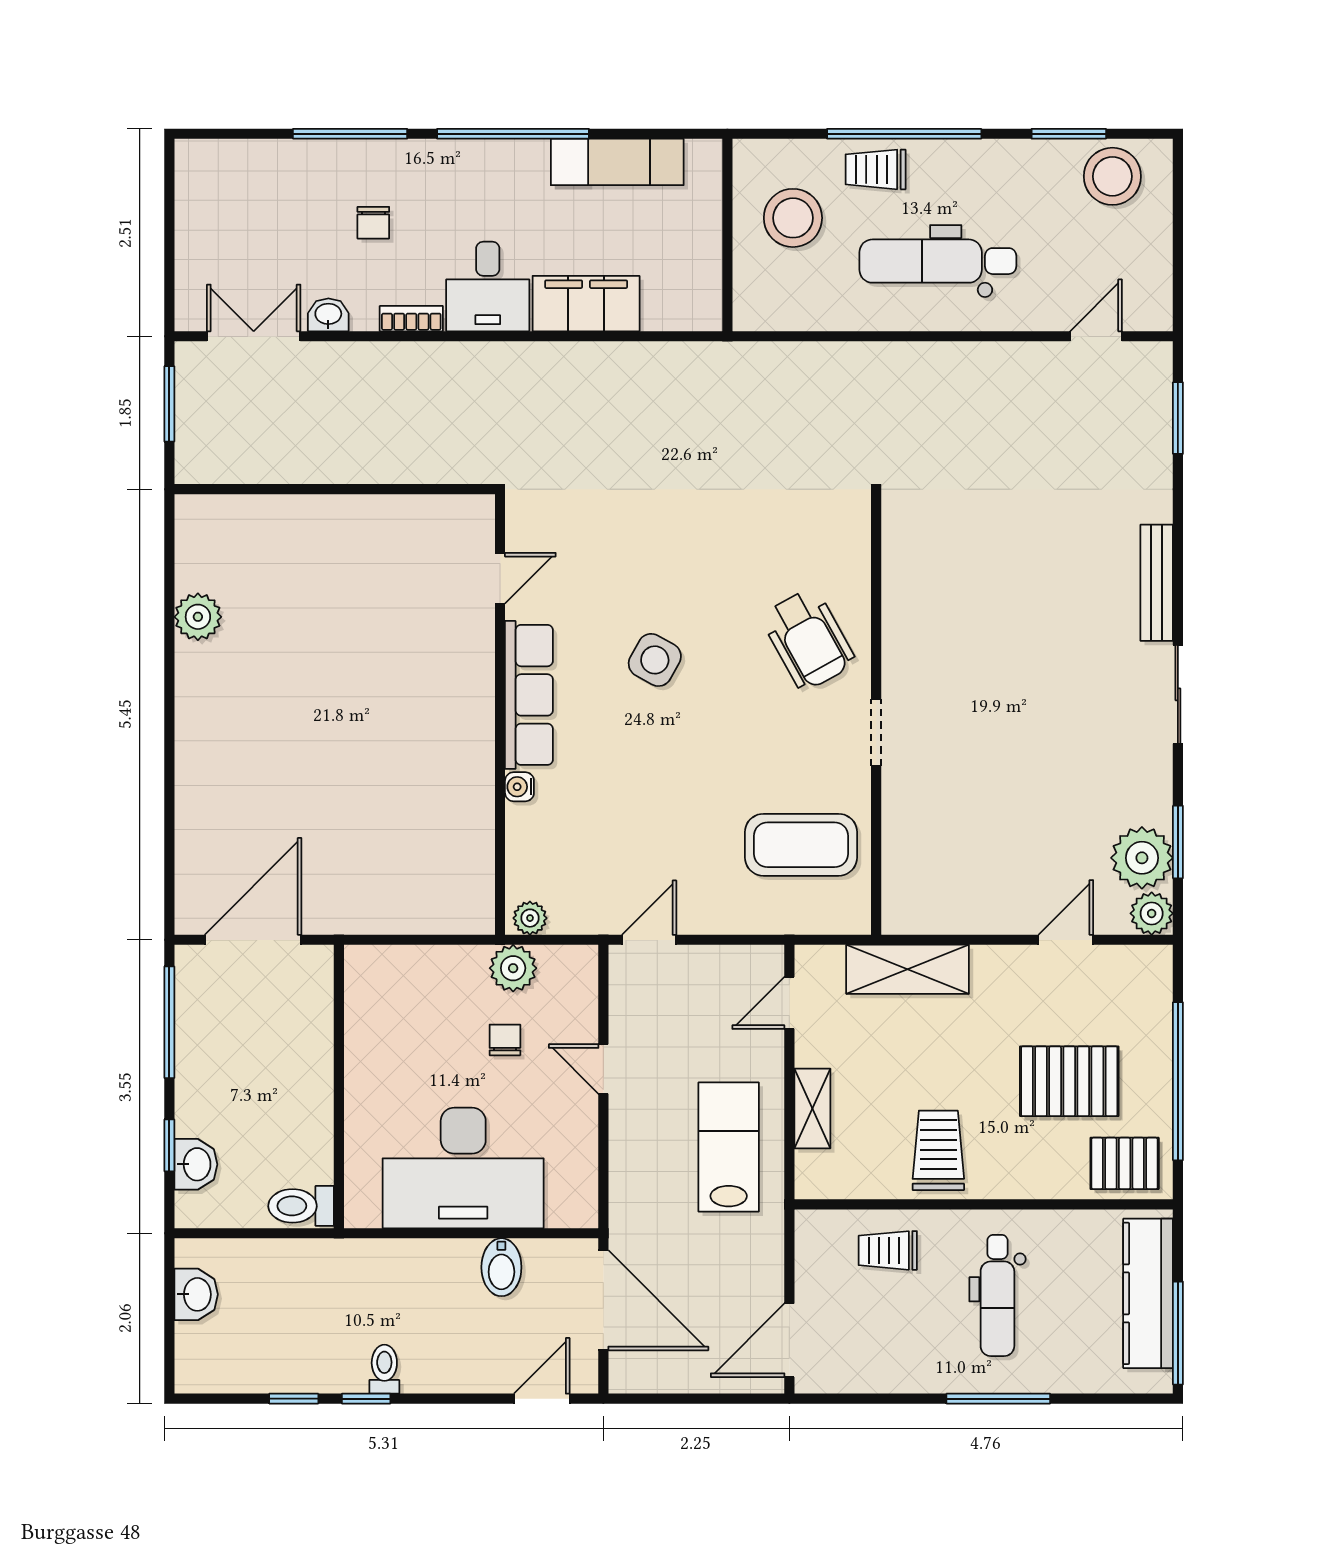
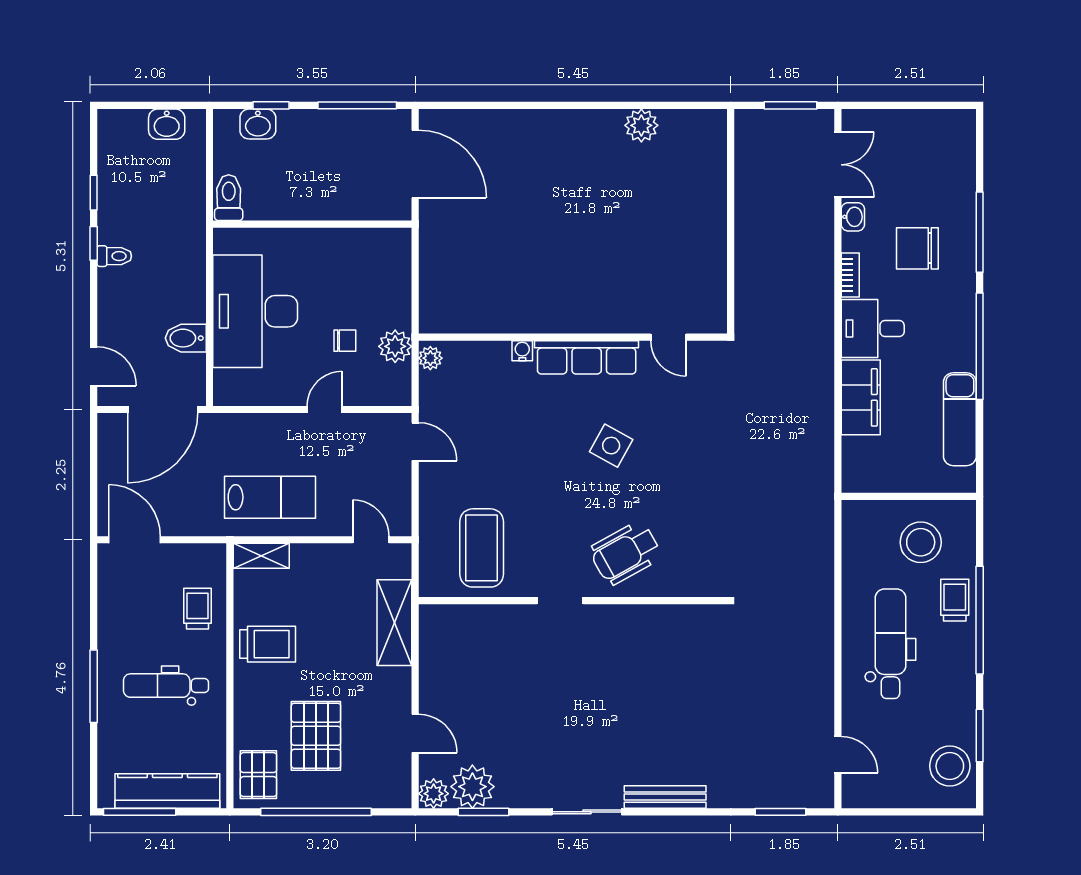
chair: (373, 223) -> (917, 248), width x1.87, depth x1.87
shelving: (812, 1108) -> (261, 556), moved

